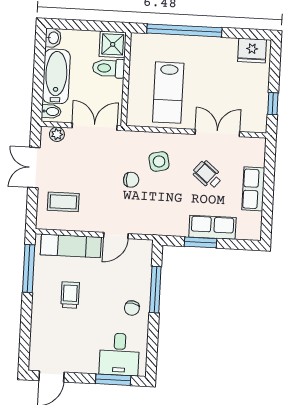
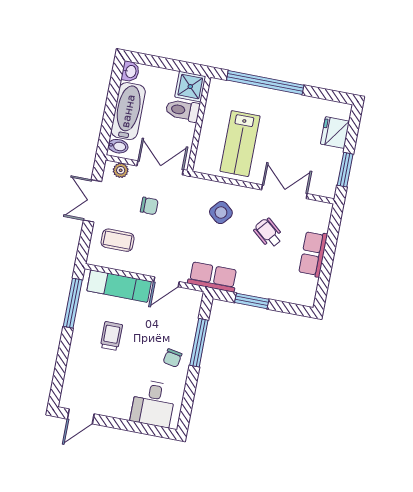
fridge: (252, 51) -> (335, 133), moved, turned 90
window: (273, 104) -> (345, 170), width x1.50
side table: (159, 161) -> (221, 212), turned -38
chair: (131, 180) -> (149, 206), moved
row of seats: (212, 227) -> (213, 277), moved
window: (113, 380) -> (143, 428), removed

